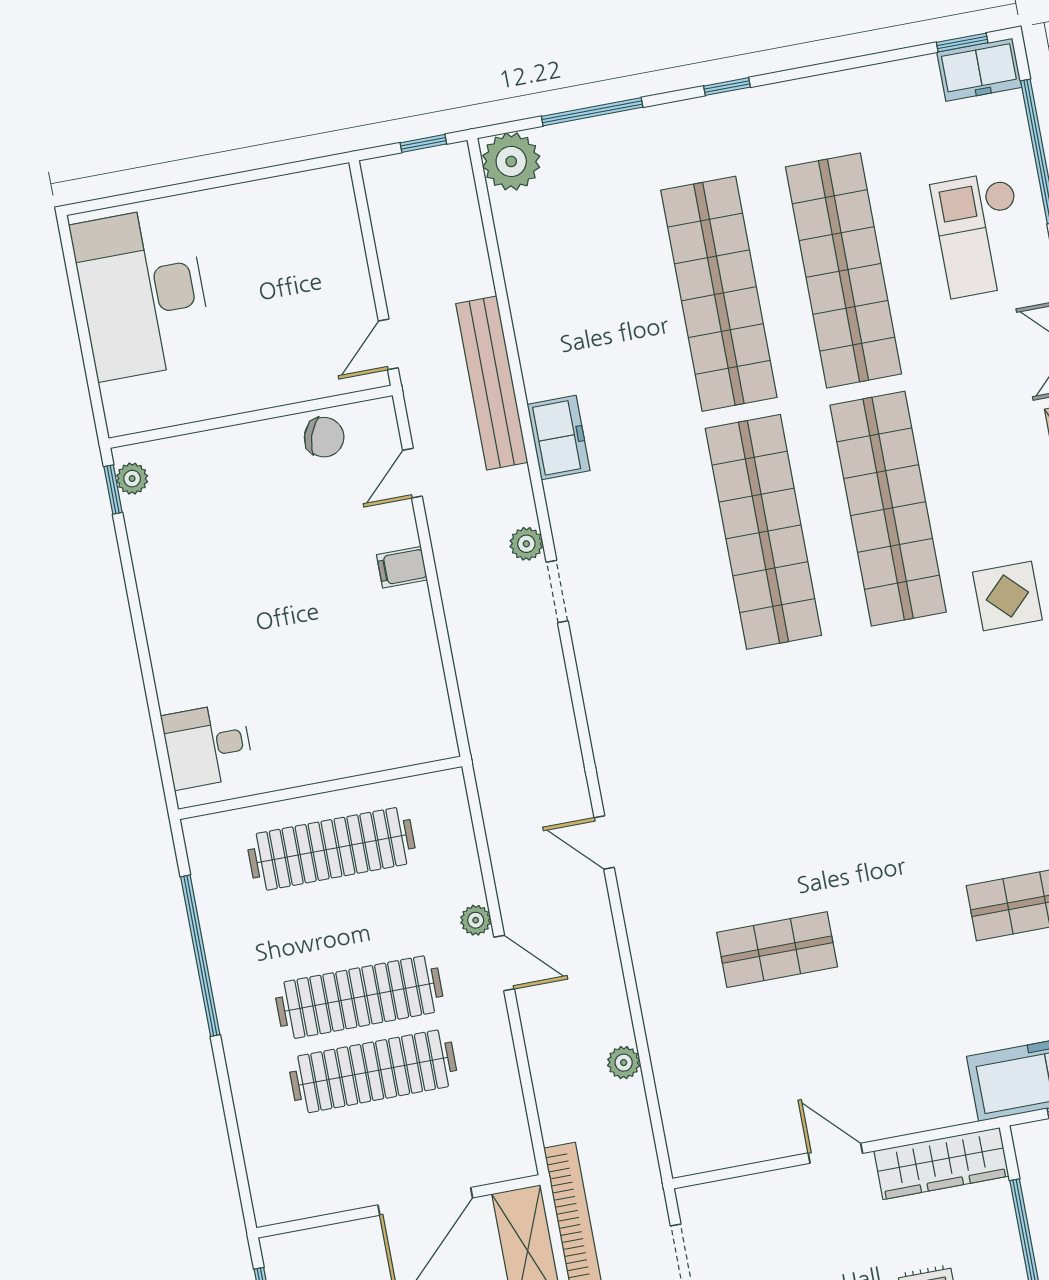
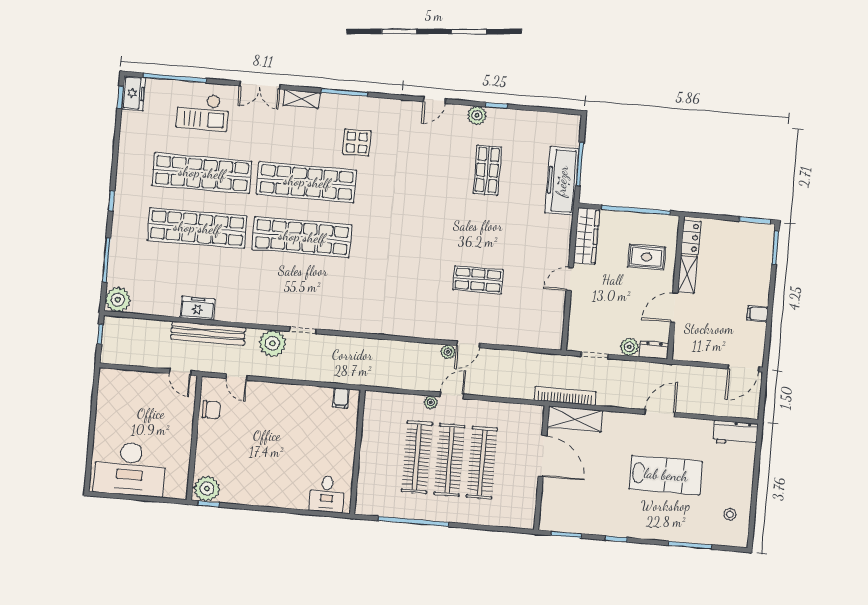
chair: (324, 437) -> (211, 410), turned 71
freezer: (559, 438) -> (197, 308), moved
plant: (132, 479) -> (207, 489), width x1.88, depth x1.88
plant: (526, 544) -> (272, 343), width x1.88, depth x1.88
filing cabinet: (402, 567) -> (341, 398), moved
door: (604, 843) -> (468, 344), moved
clothes rail: (332, 849) -> (417, 457), moved
shop shelf: (777, 950) -> (478, 280), turned 90
plant: (624, 1063) -> (448, 352), moved

